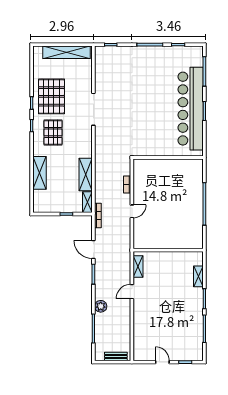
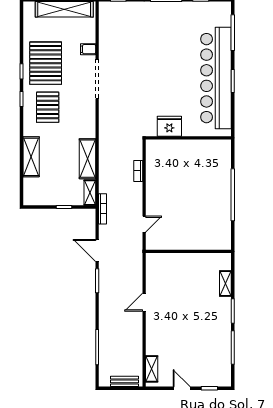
filing cabinet: (86, 85) -> (88, 49), added
fridge: (152, 148) -> (169, 126), added
door: (132, 211) -> (144, 224), moved
shelving: (138, 266) -> (152, 369), moved
plant: (101, 306) -> (106, 320), removed

